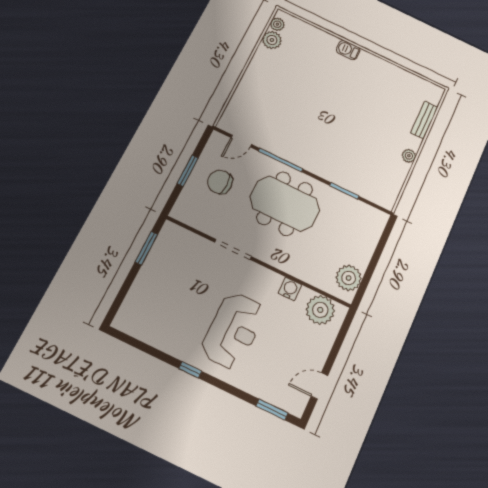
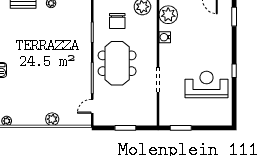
plant: (272, 40) -> (52, 119), moved
door: (241, 141) -> (92, 106), swing flipped
chair: (220, 182) -> (117, 21), moved
reception desk: (233, 330) -> (207, 85), moved

